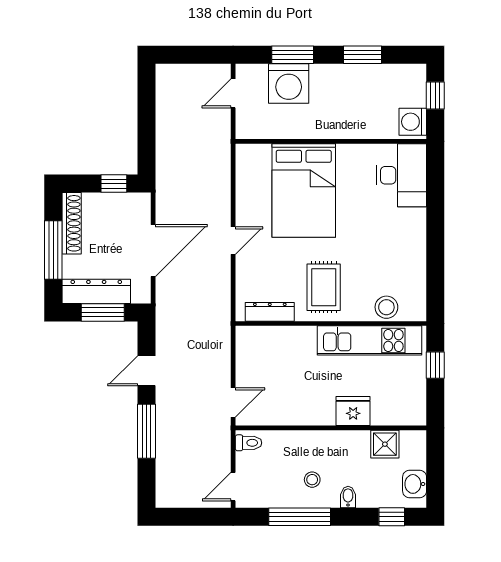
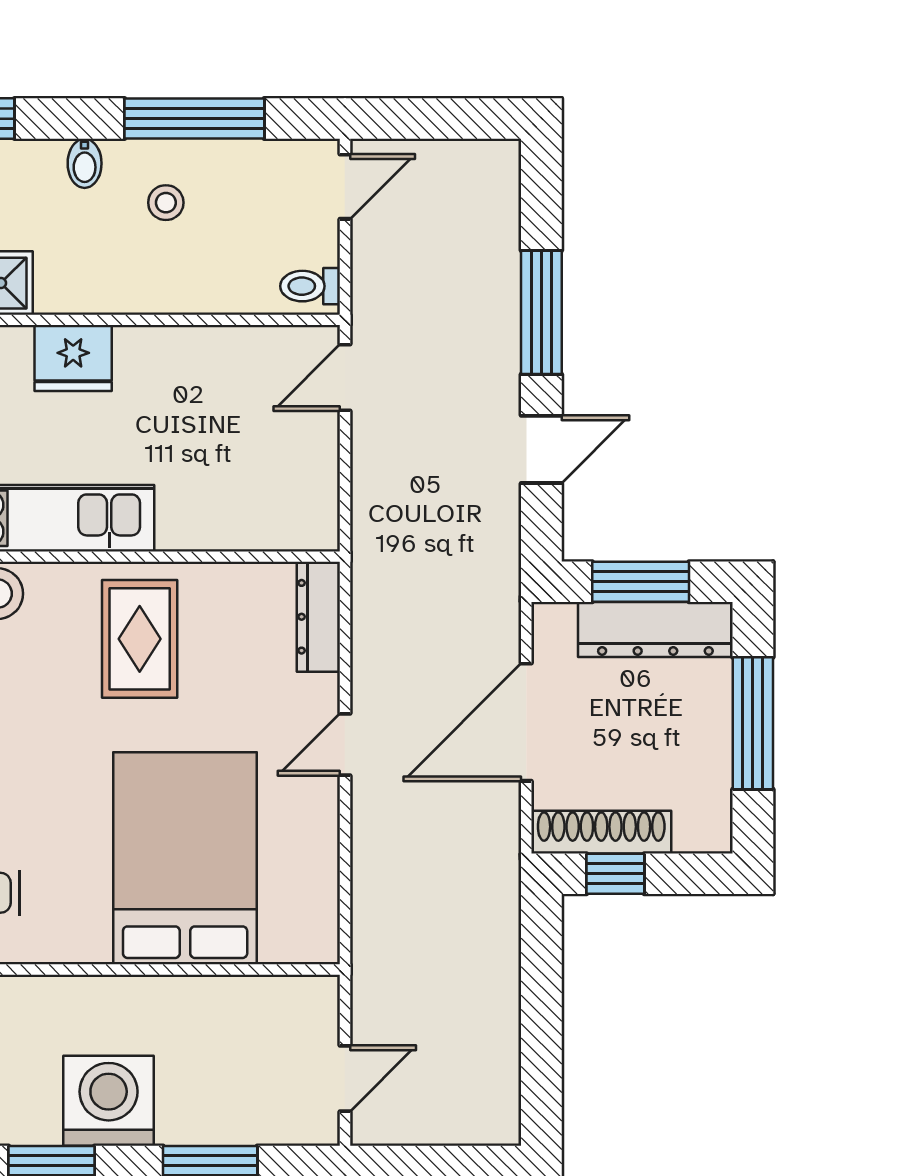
washing machine: (289, 84) -> (109, 1101), moved
shoe rack: (72, 223) -> (601, 832), moved, turned 90
dresser: (270, 312) -> (318, 617), moved, turned 90

